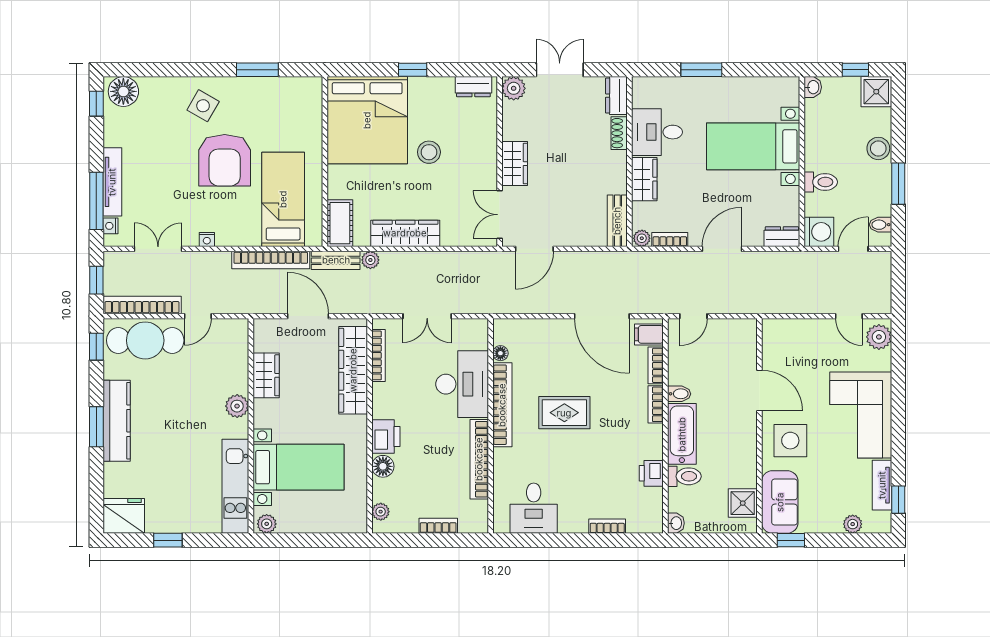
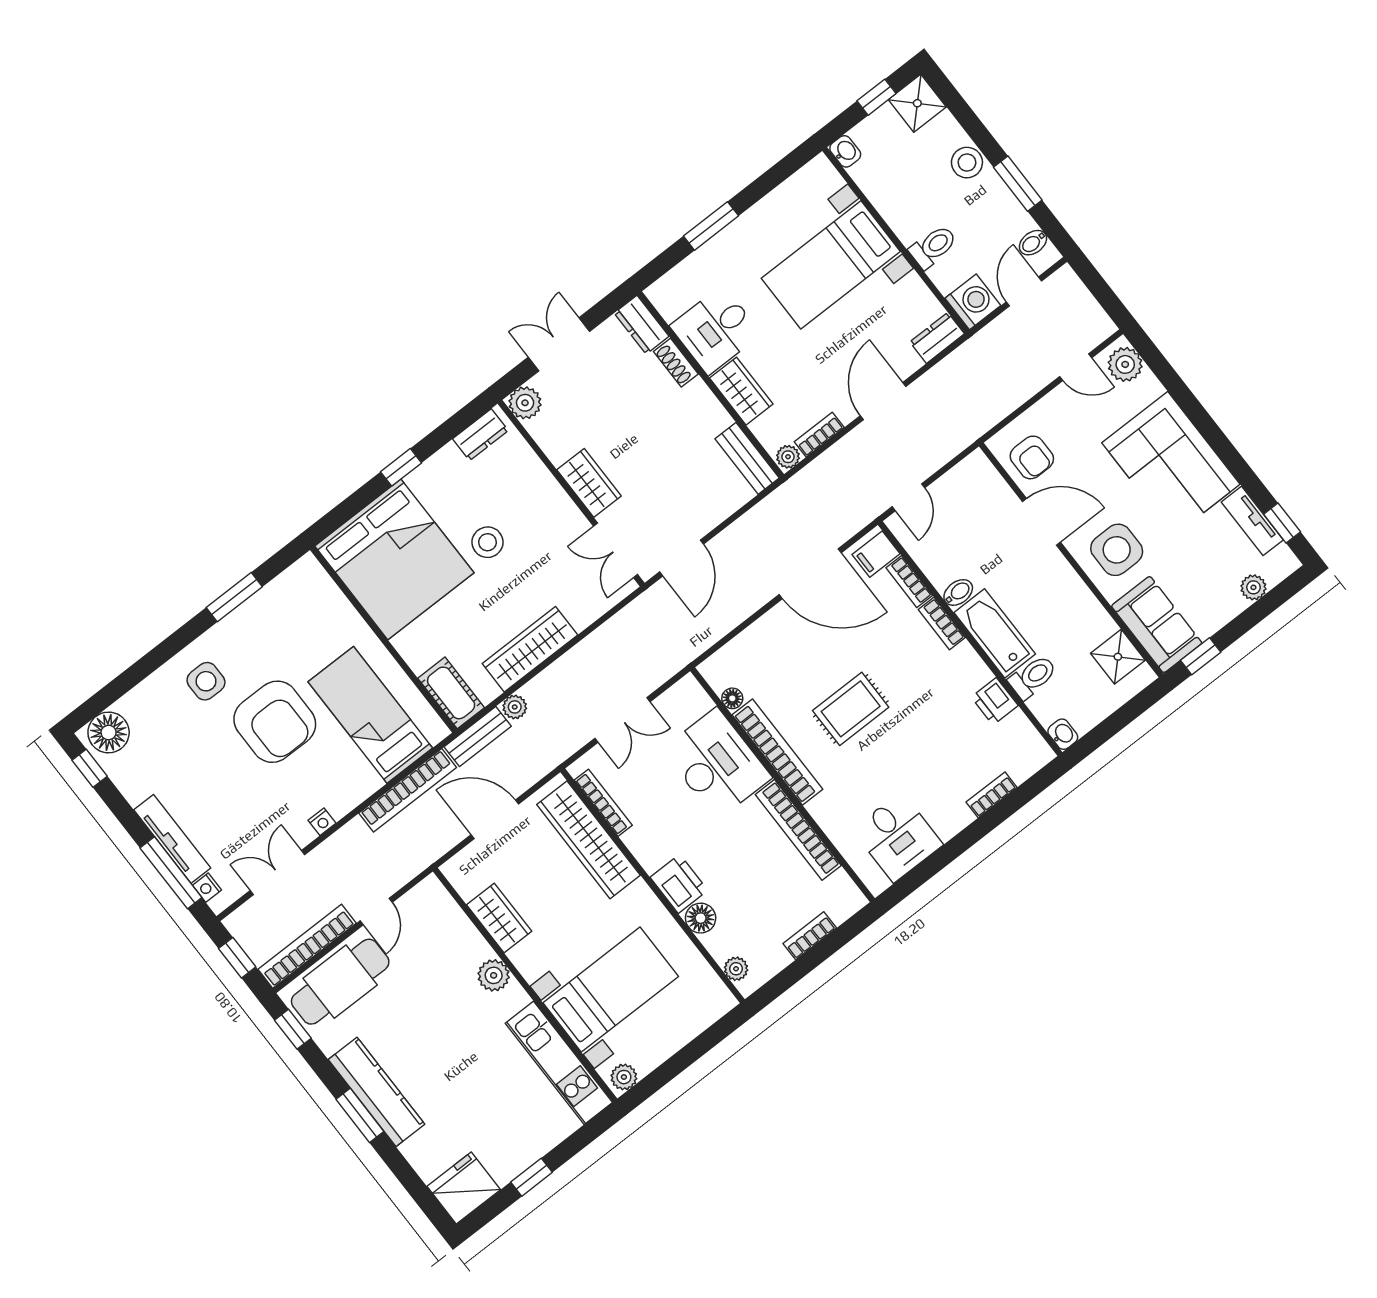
side table: (203, 106) -> (206, 681), turned -30
armchair: (783, 349) -> (1032, 457), added

